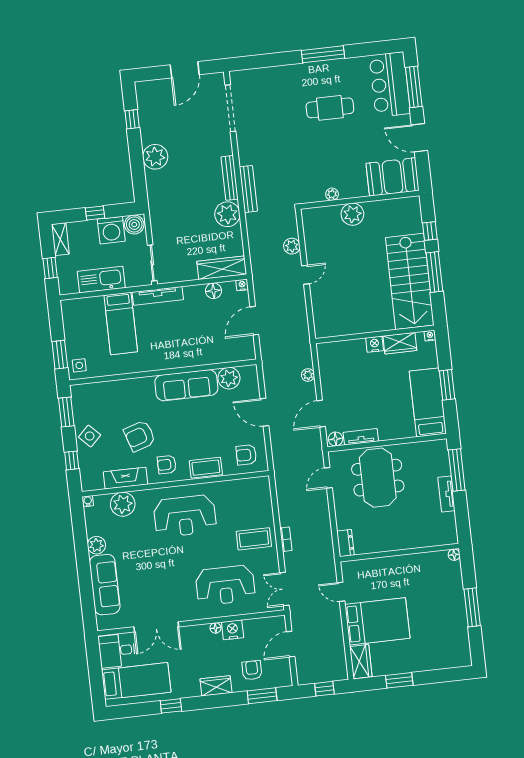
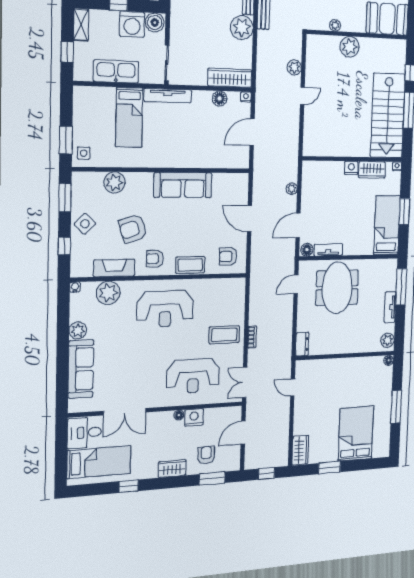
plant: (229, 378) -> (115, 183), moved
plant: (449, 532) -> (388, 340), added
bed: (377, 621) -> (356, 434), moved, turned -90

